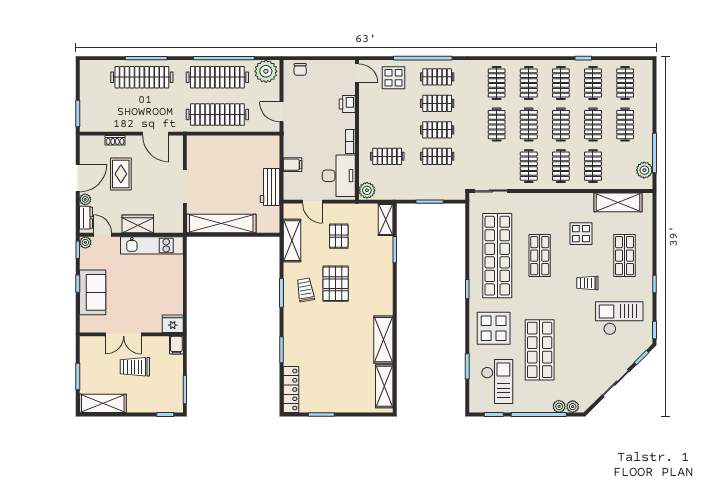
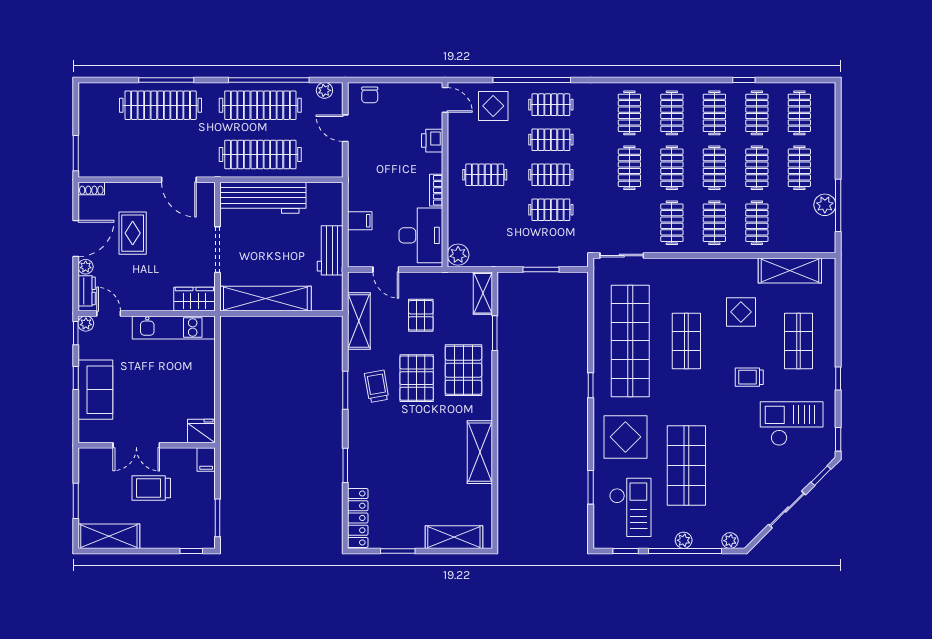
plant: (266, 71) -> (324, 90), width x0.53, depth x0.53
door: (282, 112) -> (345, 128), moved
shoe rack: (115, 140) -> (91, 189), moved
workbench: (219, 147) -> (263, 198), added
clothes rail: (387, 156) -> (485, 175), moved
plant: (644, 170) -> (825, 205), moved
wardrobe: (138, 224) -> (194, 299), moved
pallet: (371, 278) -> (463, 370), added
shelving: (384, 386) -> (454, 537), moved, turned 90
plant: (559, 406) -> (684, 540), moved

